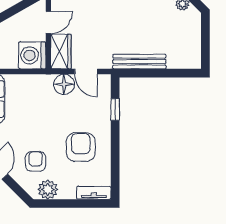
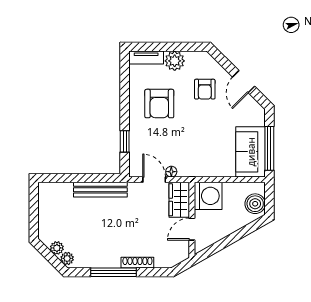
floor lamp: (64, 84) -> (171, 172), width x0.53, depth x0.53
plant: (48, 190) -> (175, 61), moved

